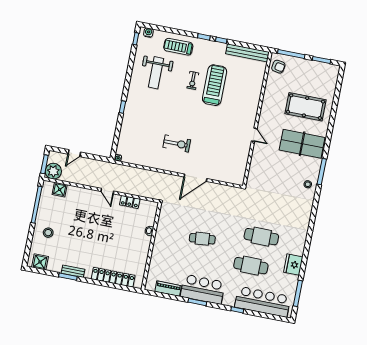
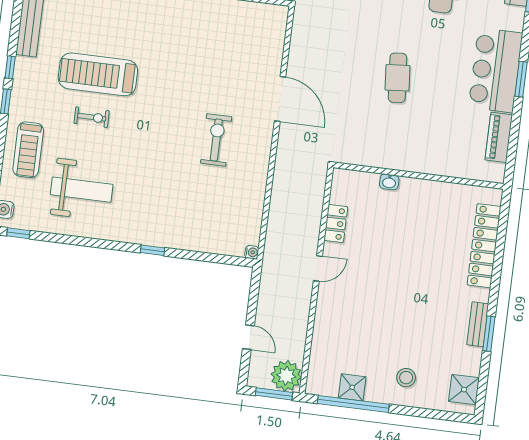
shower: (60, 190) -> (352, 387), moved

